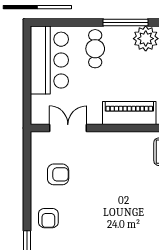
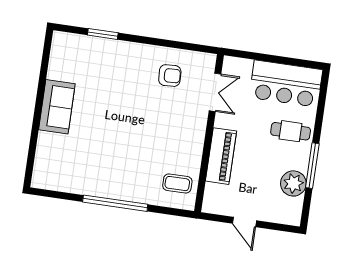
armchair: (58, 174) -> (170, 76), turned -93
armchair: (48, 218) -> (127, 59), removed

